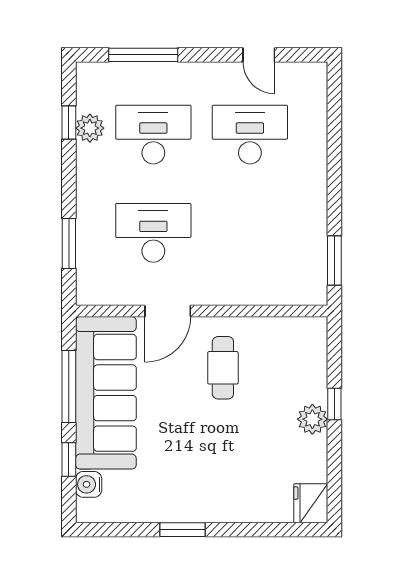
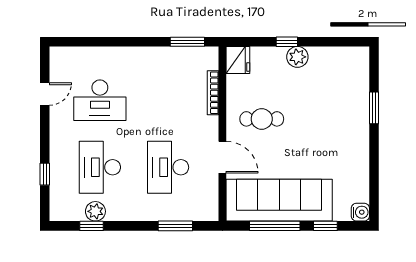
window: (143, 55) -> (45, 174), width x0.46
desk: (250, 135) -> (100, 100), turned -90
bookcase: (261, 298) -> (213, 93), added
water cooler: (89, 484) -> (360, 212), moved, turned -90
fridge: (311, 503) -> (238, 60), moved, turned -90
window: (183, 530) -> (374, 108), moved

